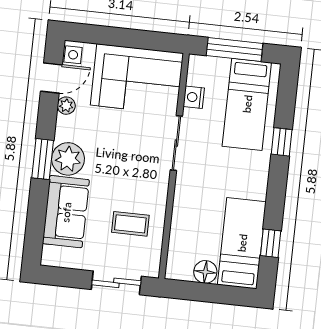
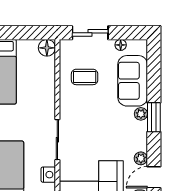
plant: (68, 159) -> (141, 114), width x0.53, depth x0.53
floor lamp: (77, 262) -> (121, 45), added
floor lamp: (205, 272) -> (47, 48), moved

